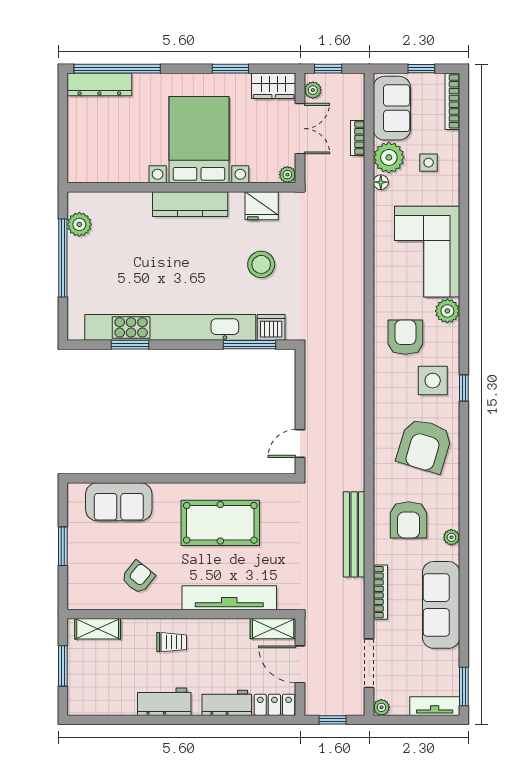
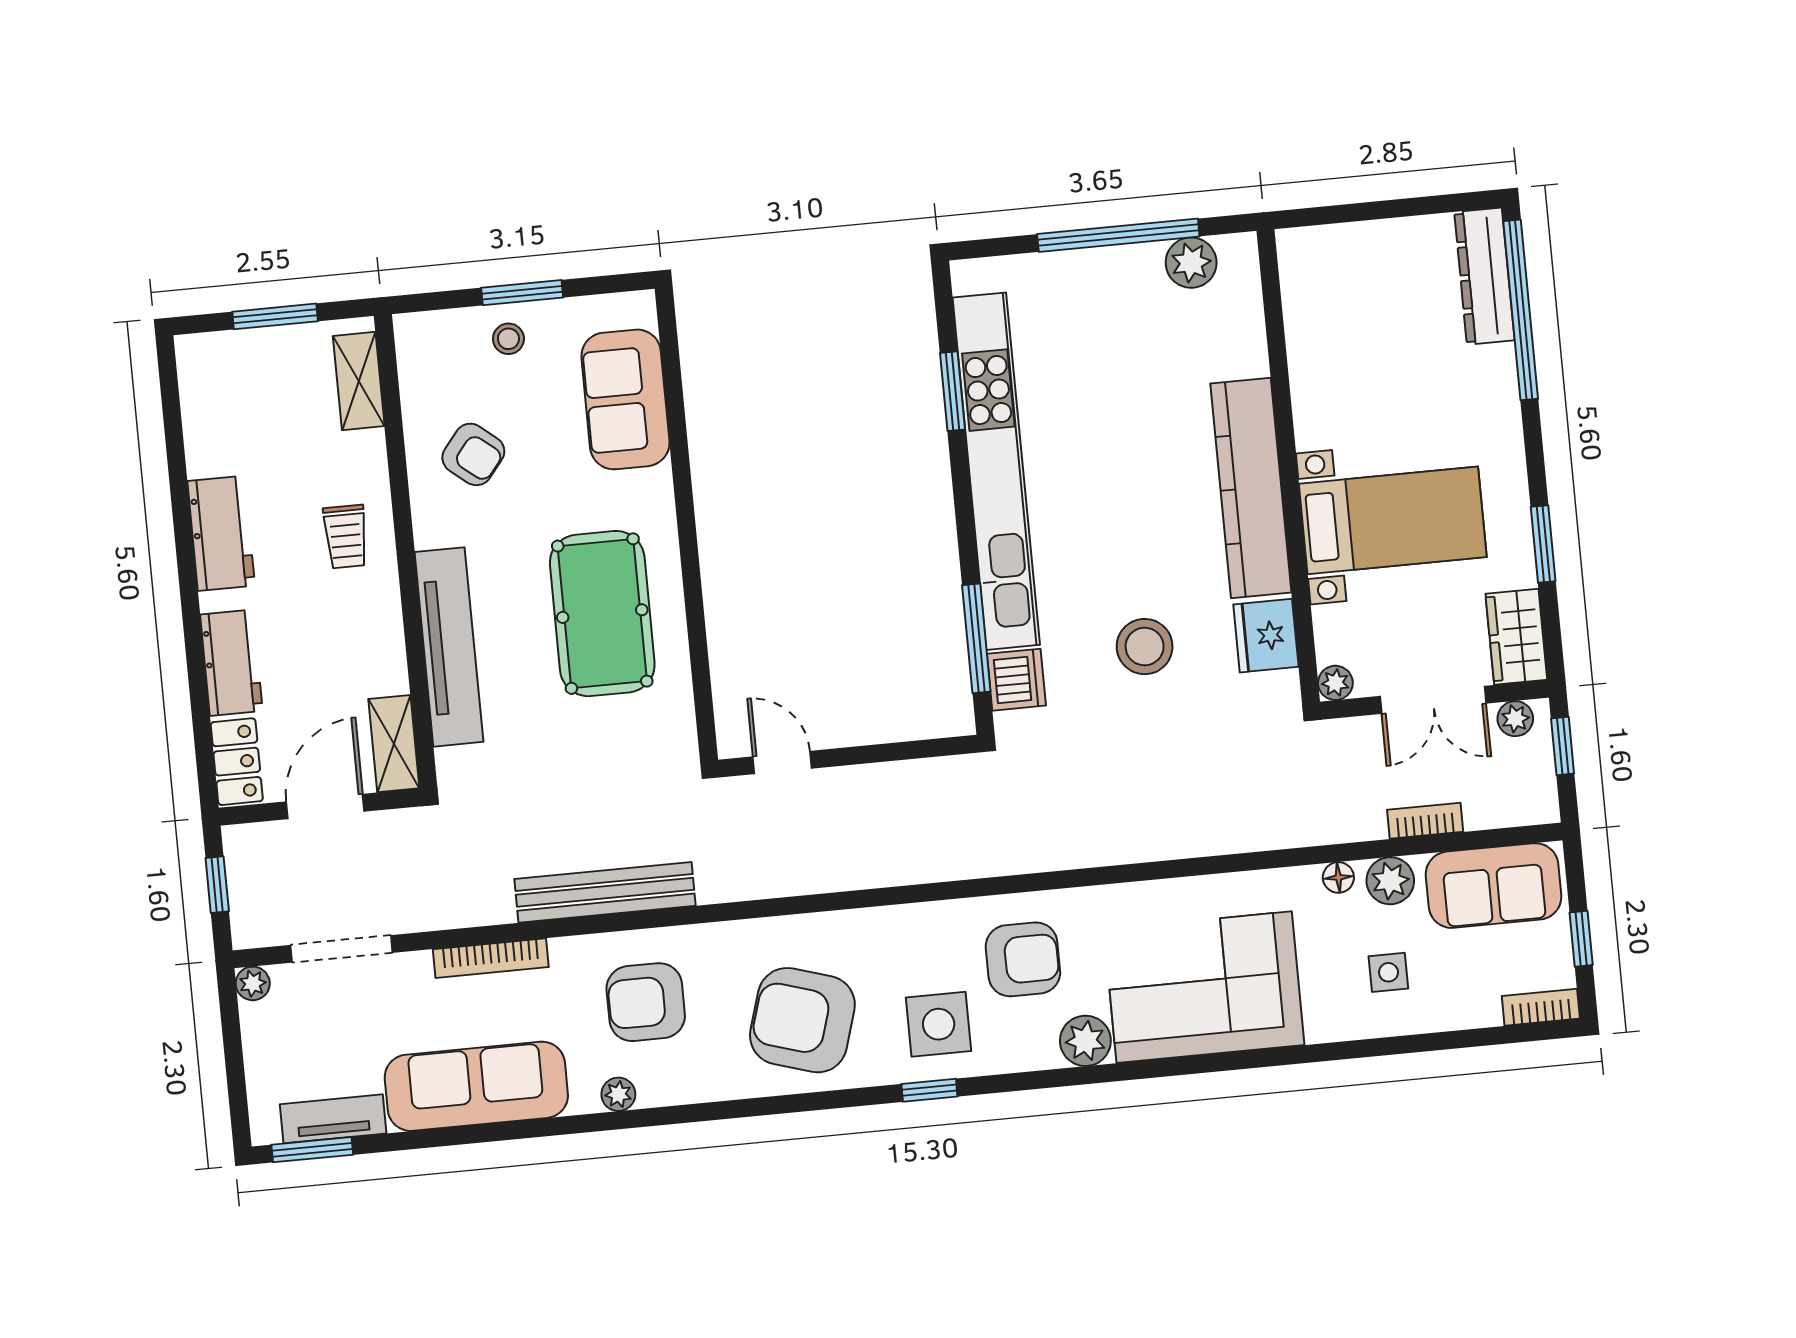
bookcase: (452, 101) -> (1541, 1007), width x0.64
bed with nightstands: (199, 140) -> (1393, 520), width x0.73
plant: (389, 157) -> (1390, 881), width x0.73, depth x0.73
kitchen counter: (190, 204) -> (1251, 488), width x1.39, depth x1.17
stool: (84, 555) -> (508, 339), added
tv unit: (435, 706) -> (333, 1119), moved, turned -90

